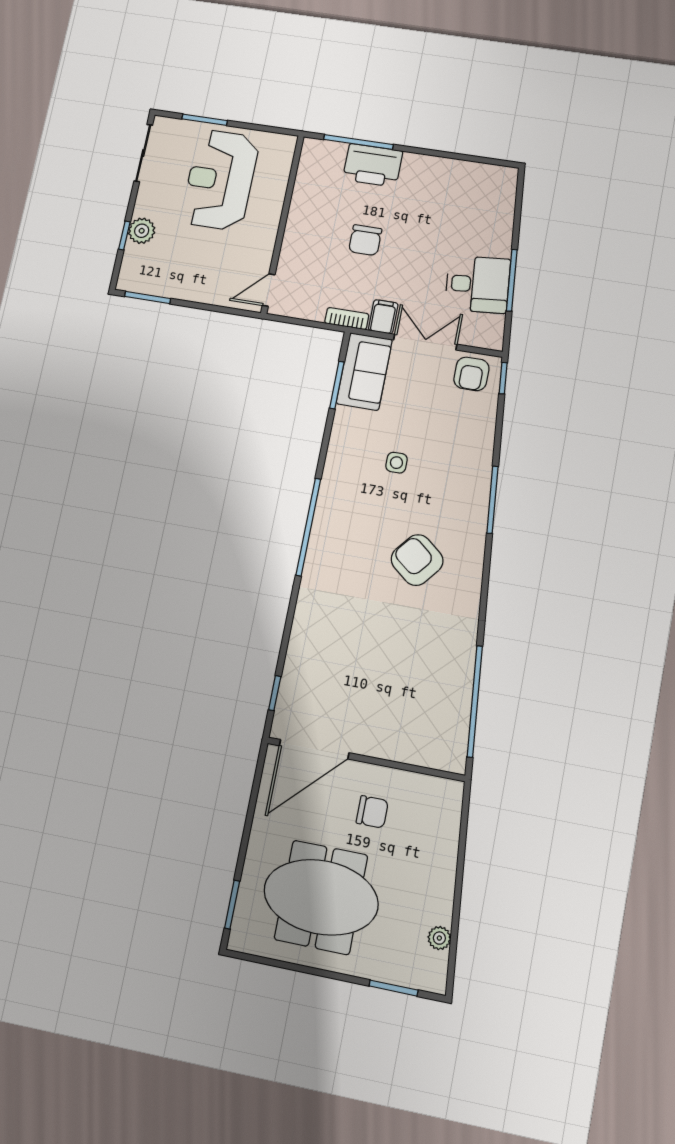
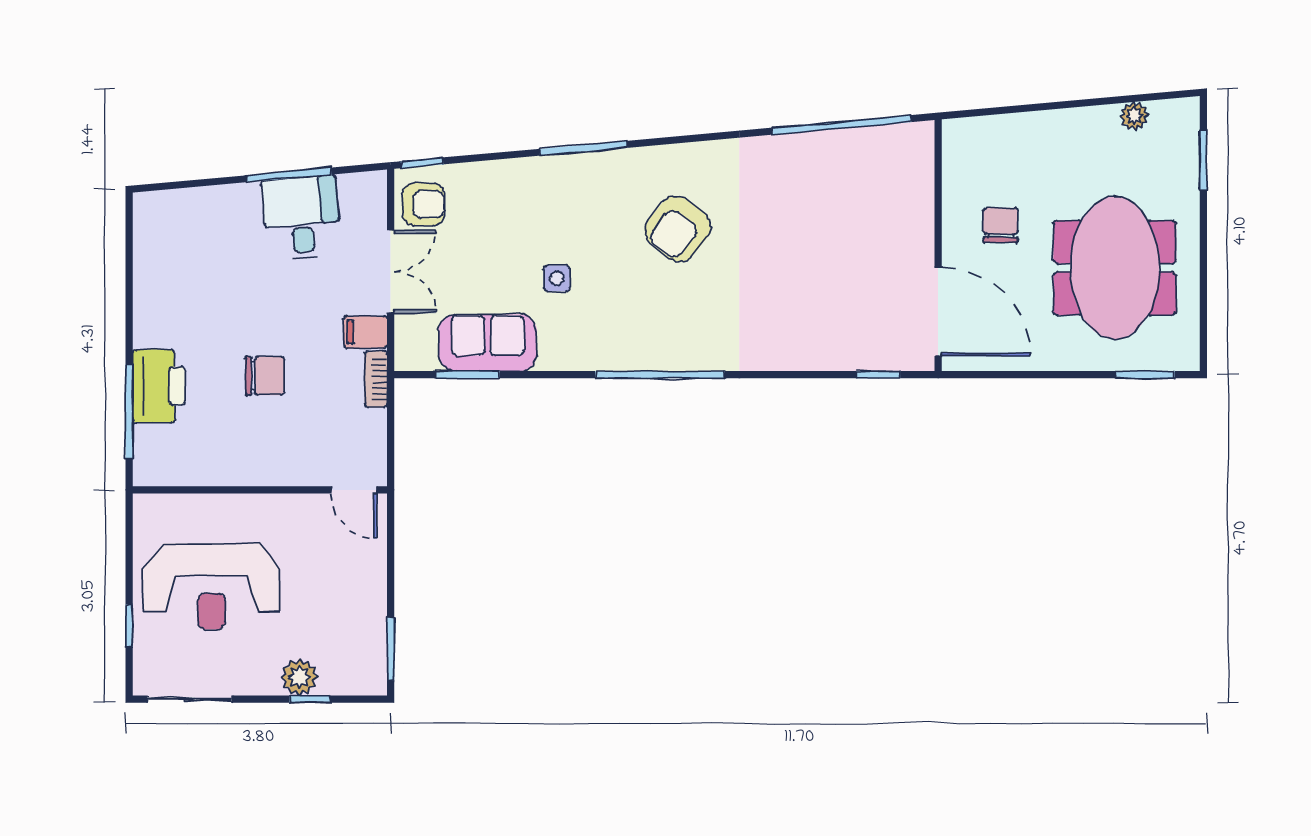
window: (205, 120) -> (129, 625), width x0.67
double door: (425, 342) -> (391, 271), swing flipped
sofa: (364, 371) -> (488, 343), moved

